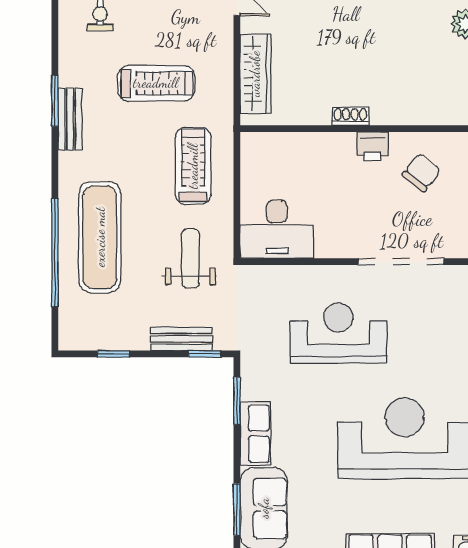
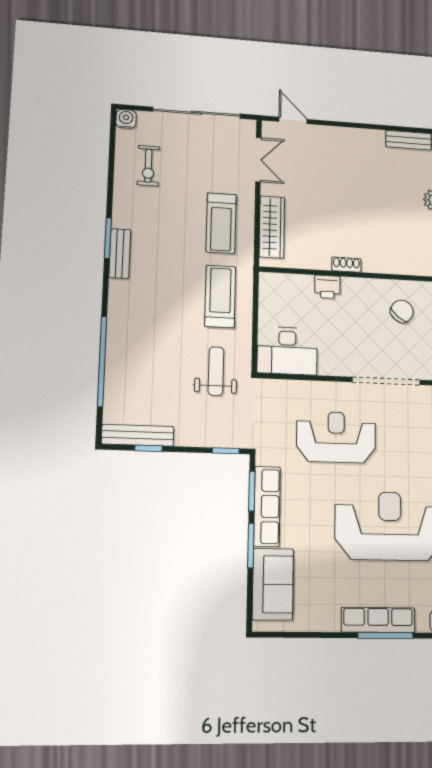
treadmill: (156, 83) -> (221, 223), moved, turned 90
printer: (373, 146) -> (327, 287), moved
exercise mat: (100, 237) -> (141, 350), removed
bench: (181, 339) -> (138, 435), moved, width x1.36
row of seats: (255, 433) -> (267, 506), width x1.48
window: (237, 510) -> (251, 546), moved

